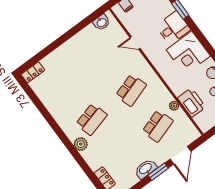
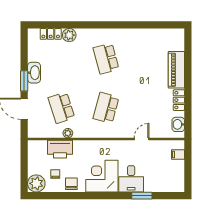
piano: (59, 56) -> (176, 70), added
locker: (33, 72) -> (179, 100), moved
school desk: (131, 90) -> (106, 108), turned 33
plant: (81, 144) -> (69, 35), moved

